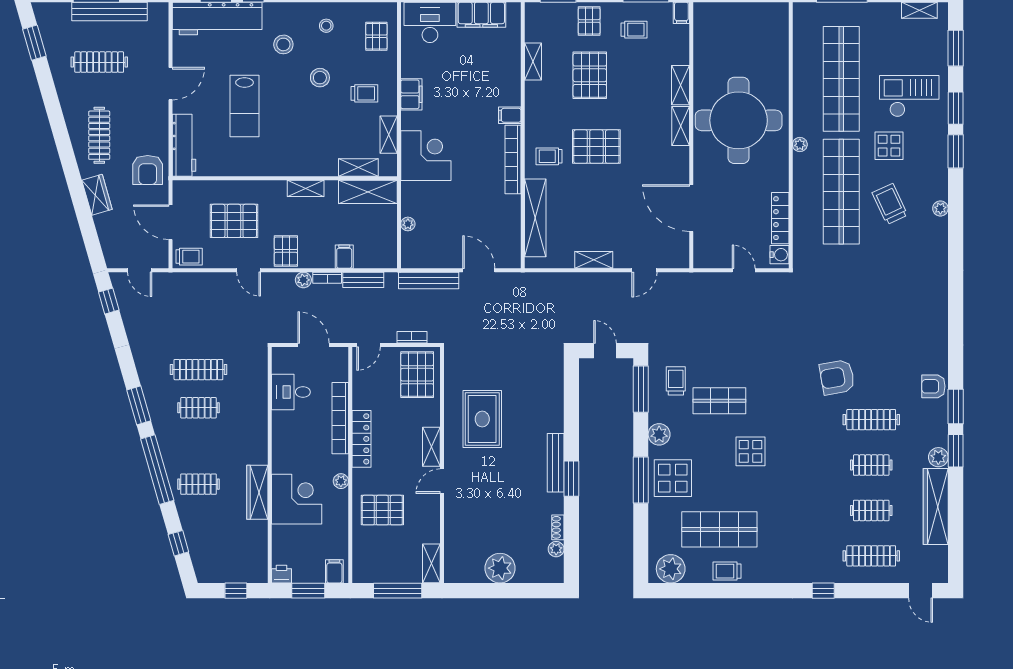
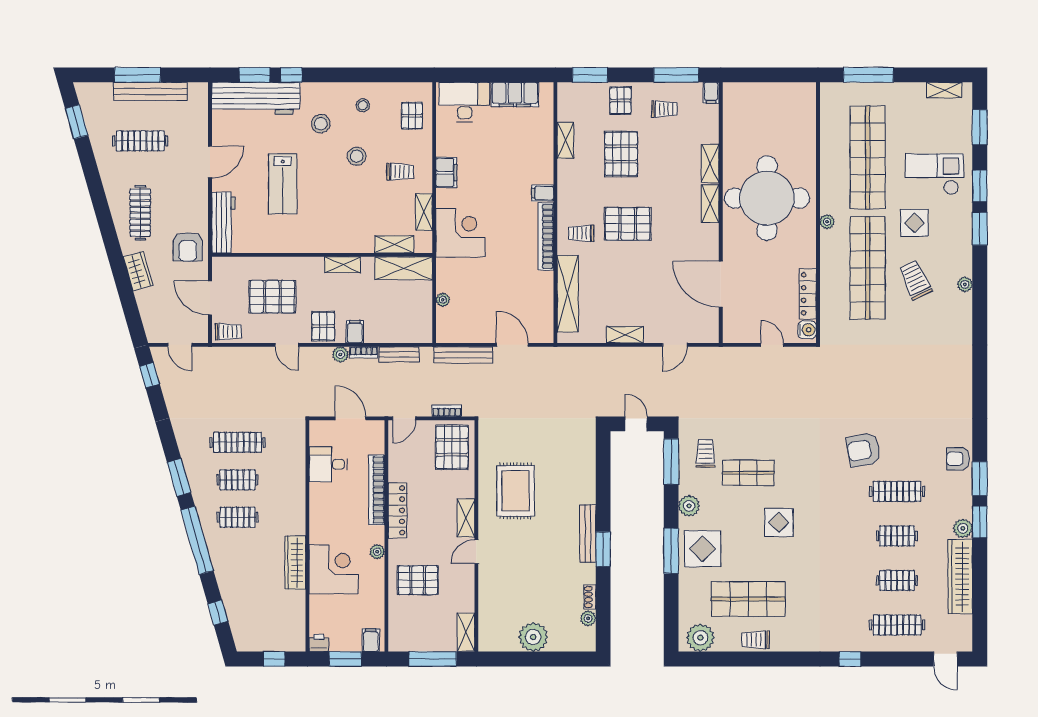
filing cabinet: (344, 257) -> (355, 332), moved
clothes rail: (198, 484) -> (238, 517), moved

